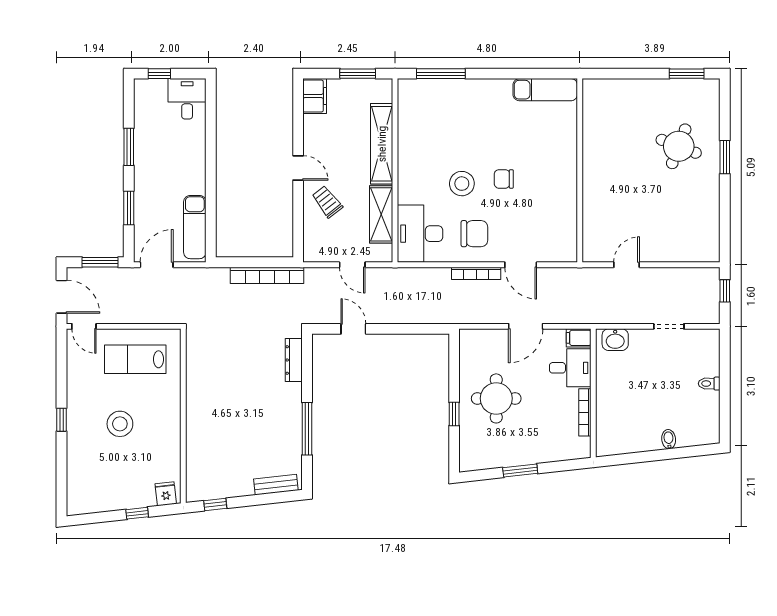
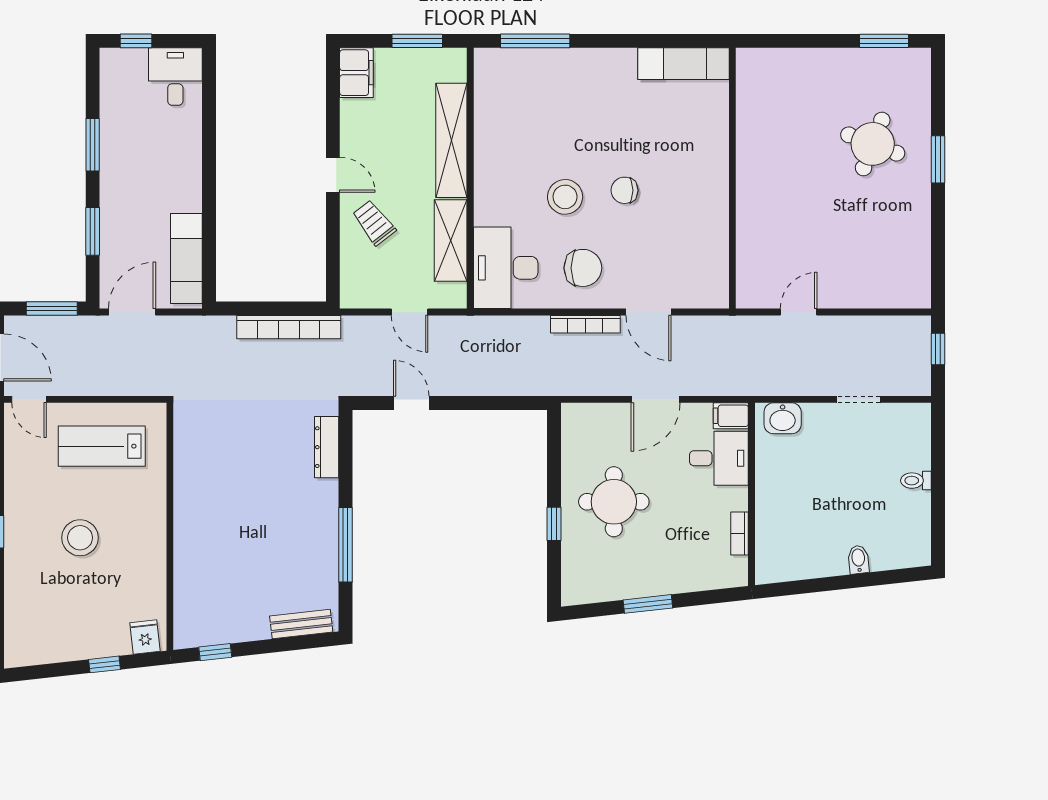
bookcase: (585, 412) -> (740, 533), width x0.64

